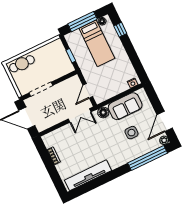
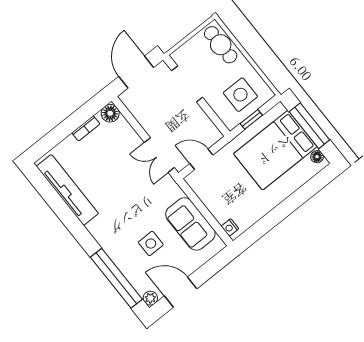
window: (120, 30) -> (310, 189), removed
bed: (97, 43) -> (275, 150), width x1.50
side table: (54, 59) -> (240, 95), added
floor lamp: (103, 113) -> (110, 113), moved

